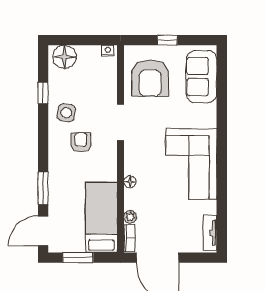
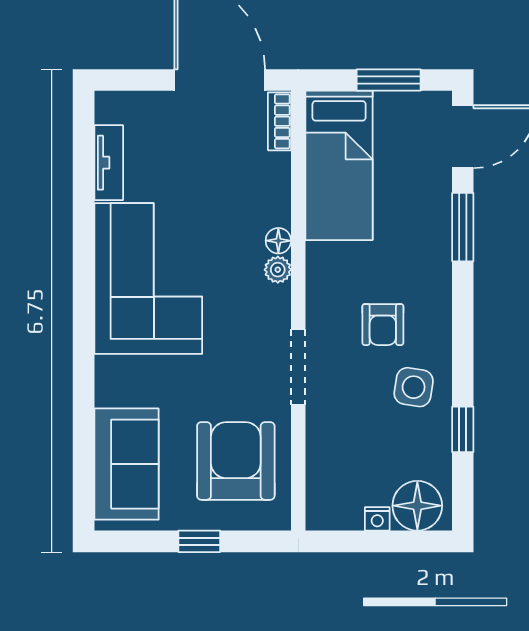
nightstand: (108, 51) -> (377, 519), moved
plant: (130, 217) -> (278, 270), moved
tv unit: (210, 233) -> (109, 163), moved

